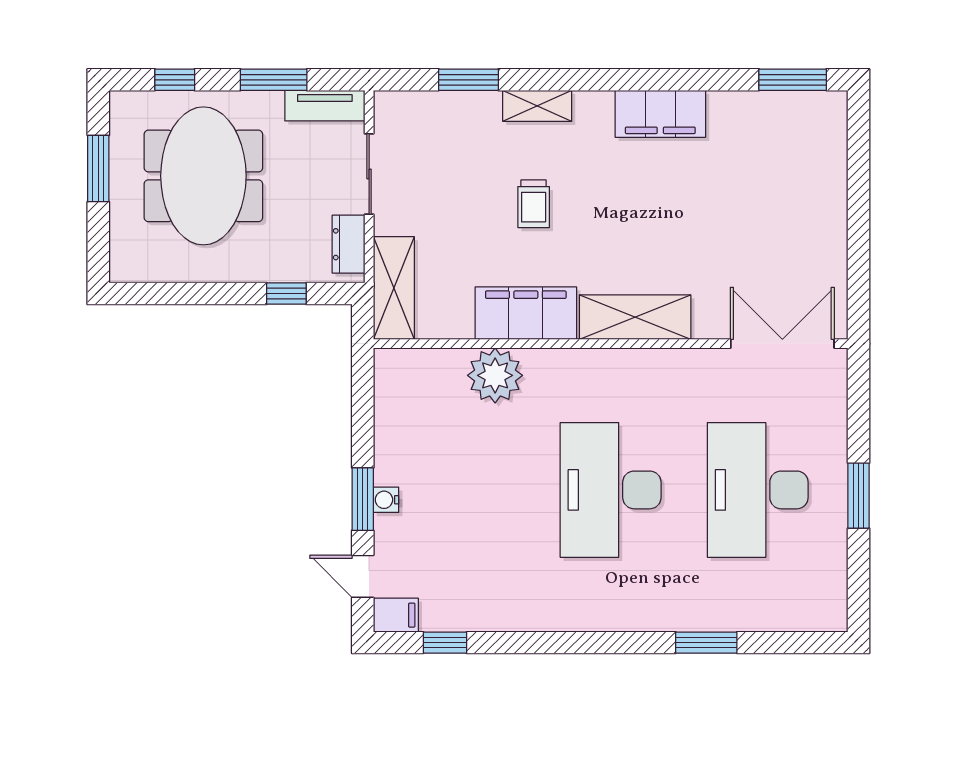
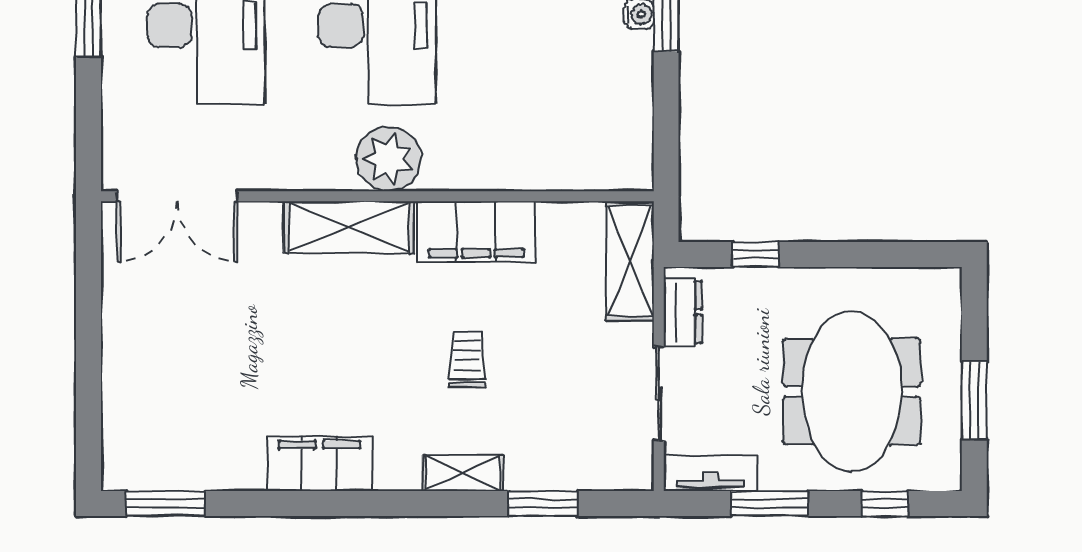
plant: (495, 375) -> (389, 159), moved

